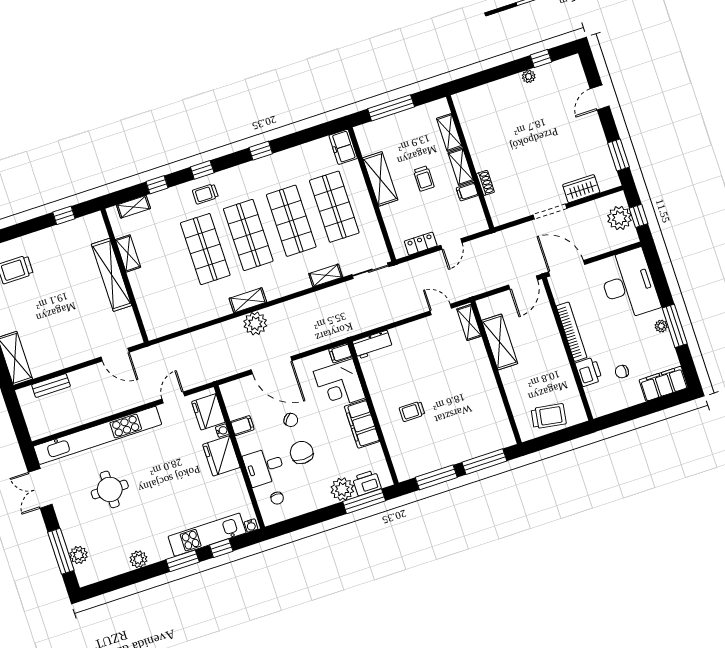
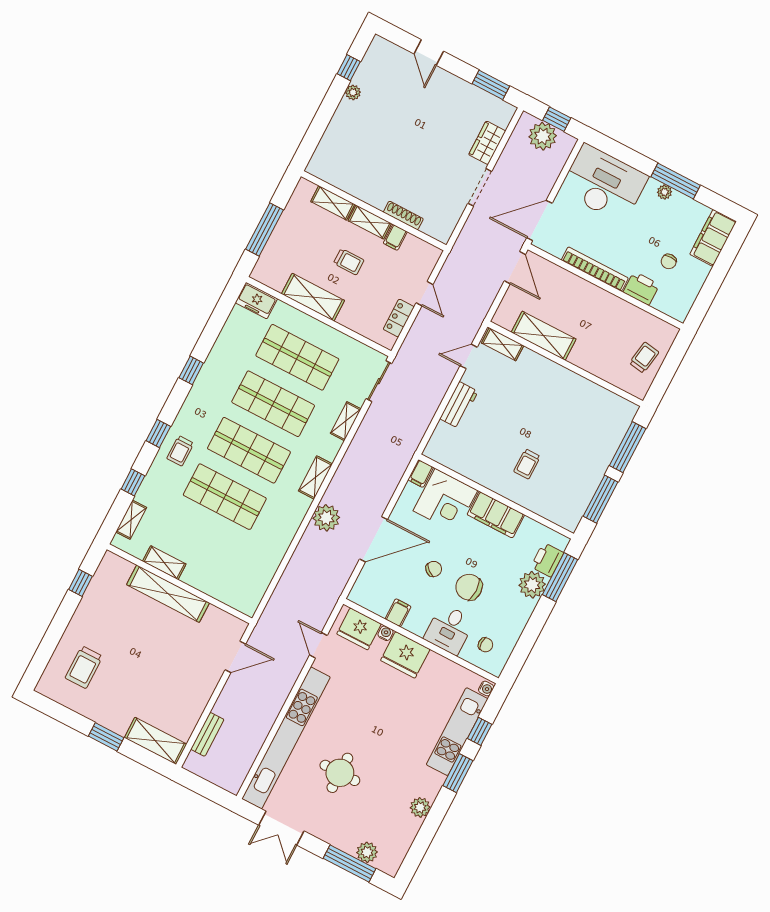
shoe rack: (485, 183) -> (403, 215), width x1.43
shelving: (248, 300) -> (315, 477), moved
workbench: (373, 345) -> (459, 405), moved
trolley: (549, 416) -> (644, 358), width x0.73, depth x0.72

